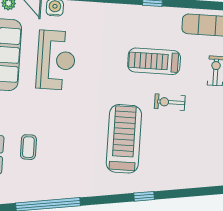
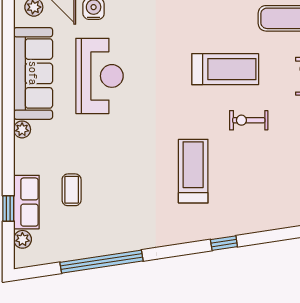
treadmill: (154, 61) -> (225, 69), turned 180
treadmill: (124, 139) -> (193, 171), width x0.73, depth x0.73

